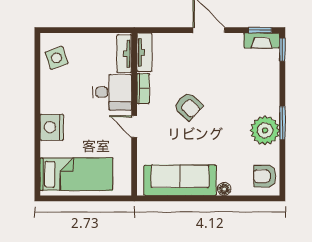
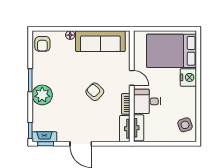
plant: (265, 130) -> (42, 95), moved
bed: (76, 174) -> (171, 51), width x1.50
armchair: (265, 176) -> (42, 44), turned 90

